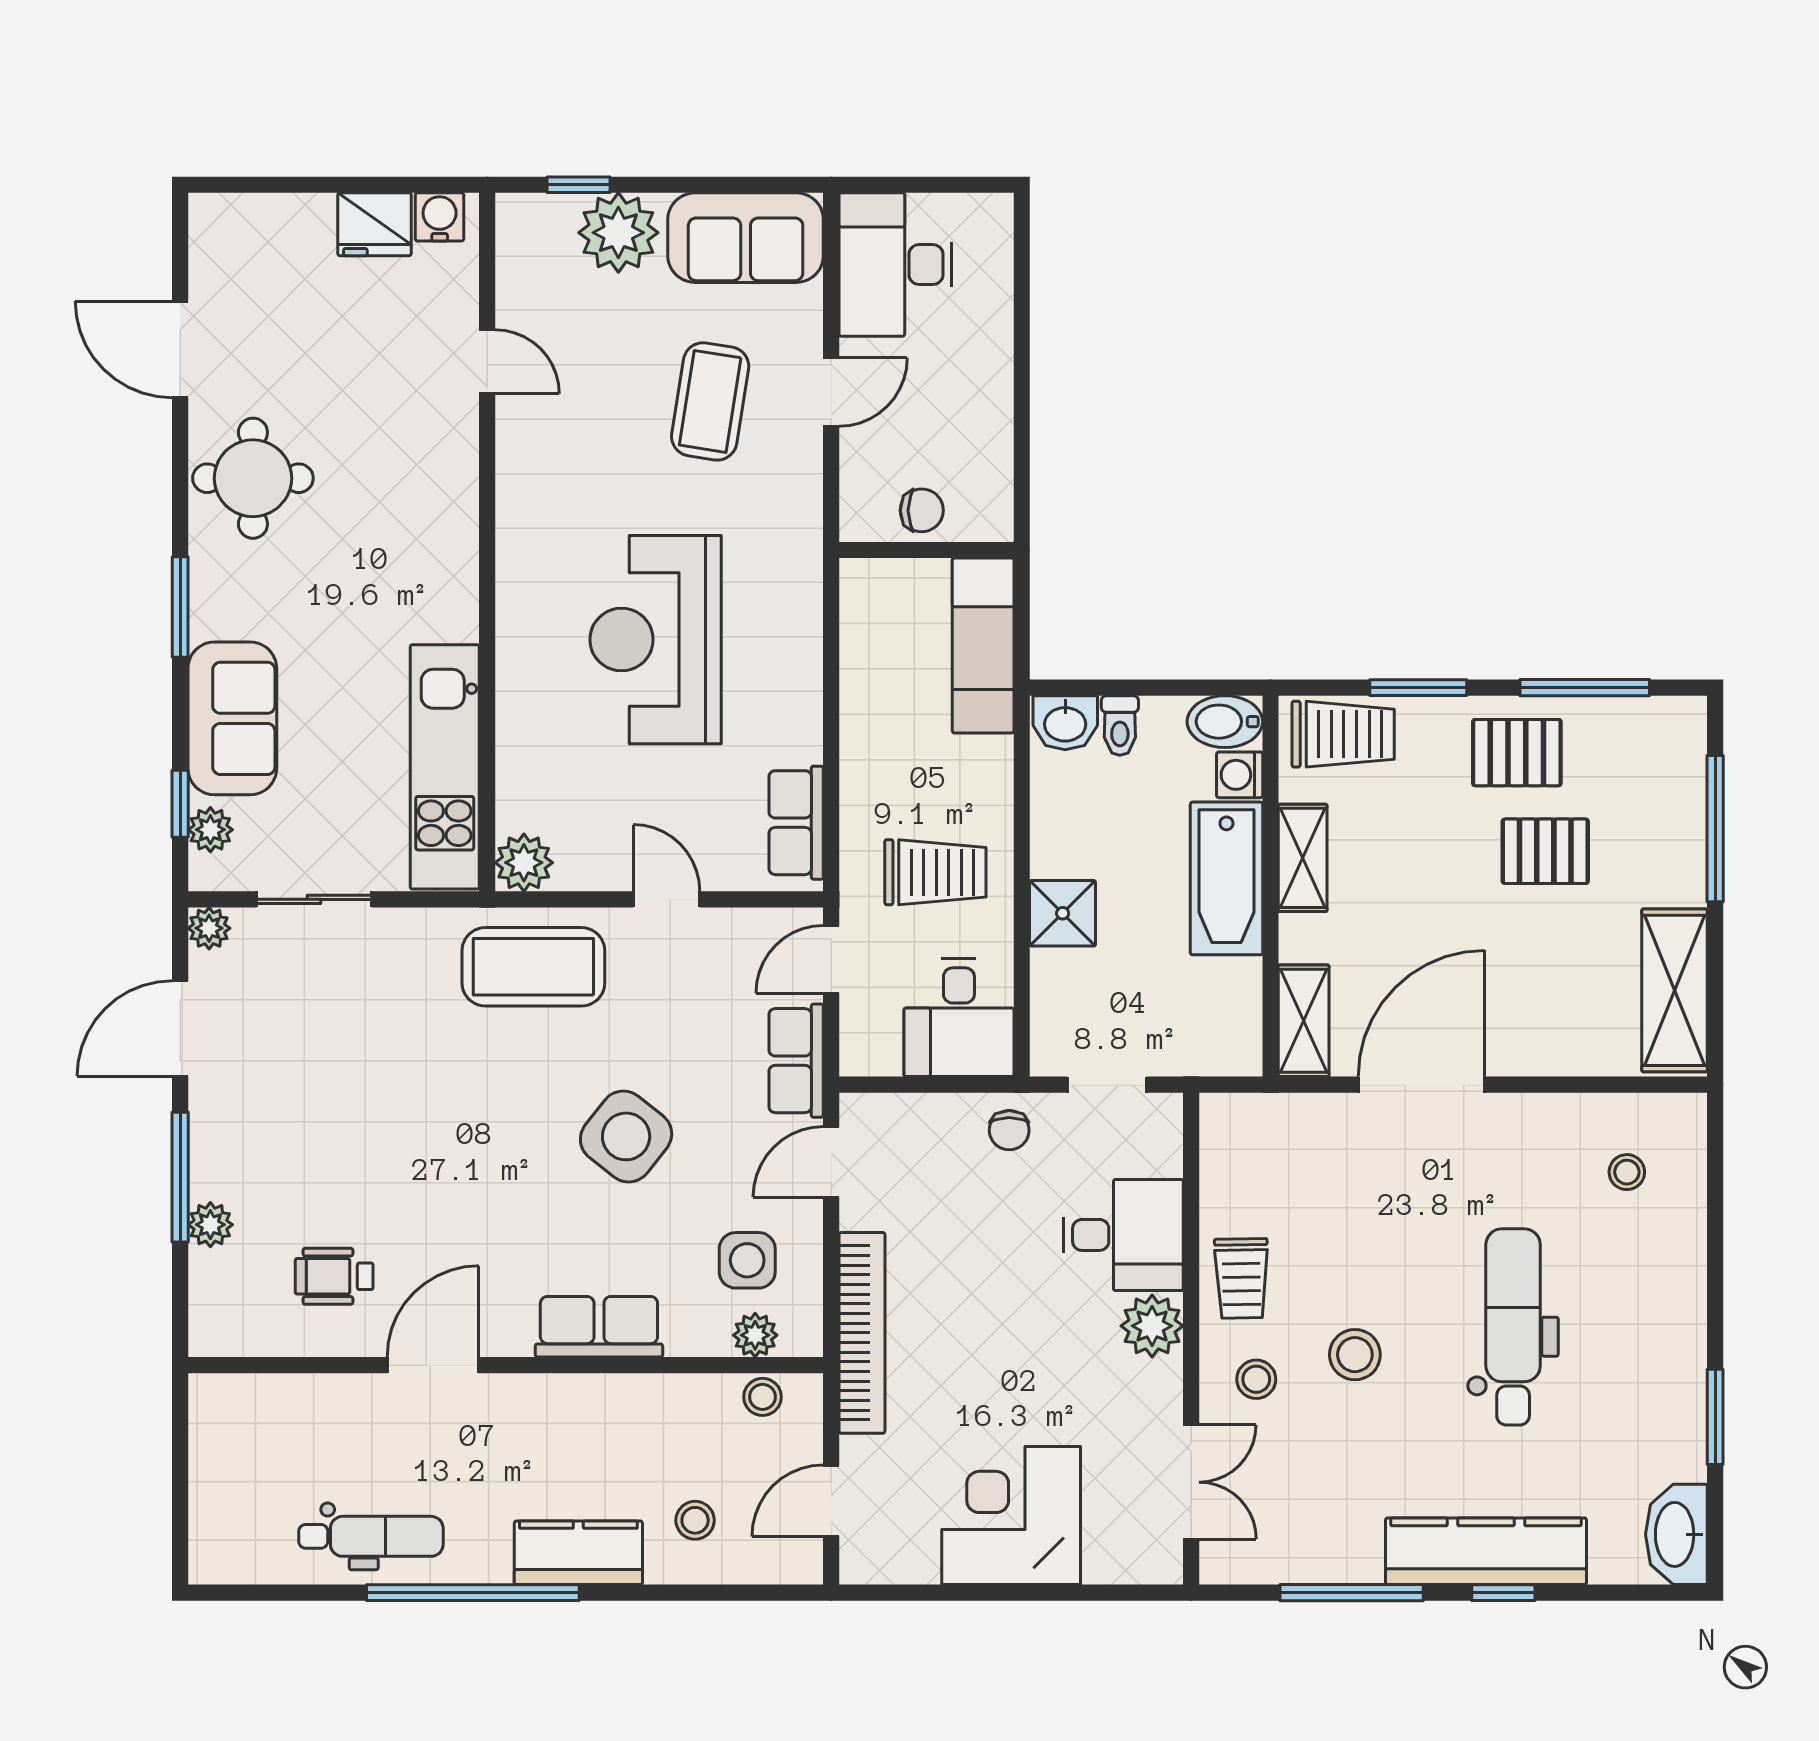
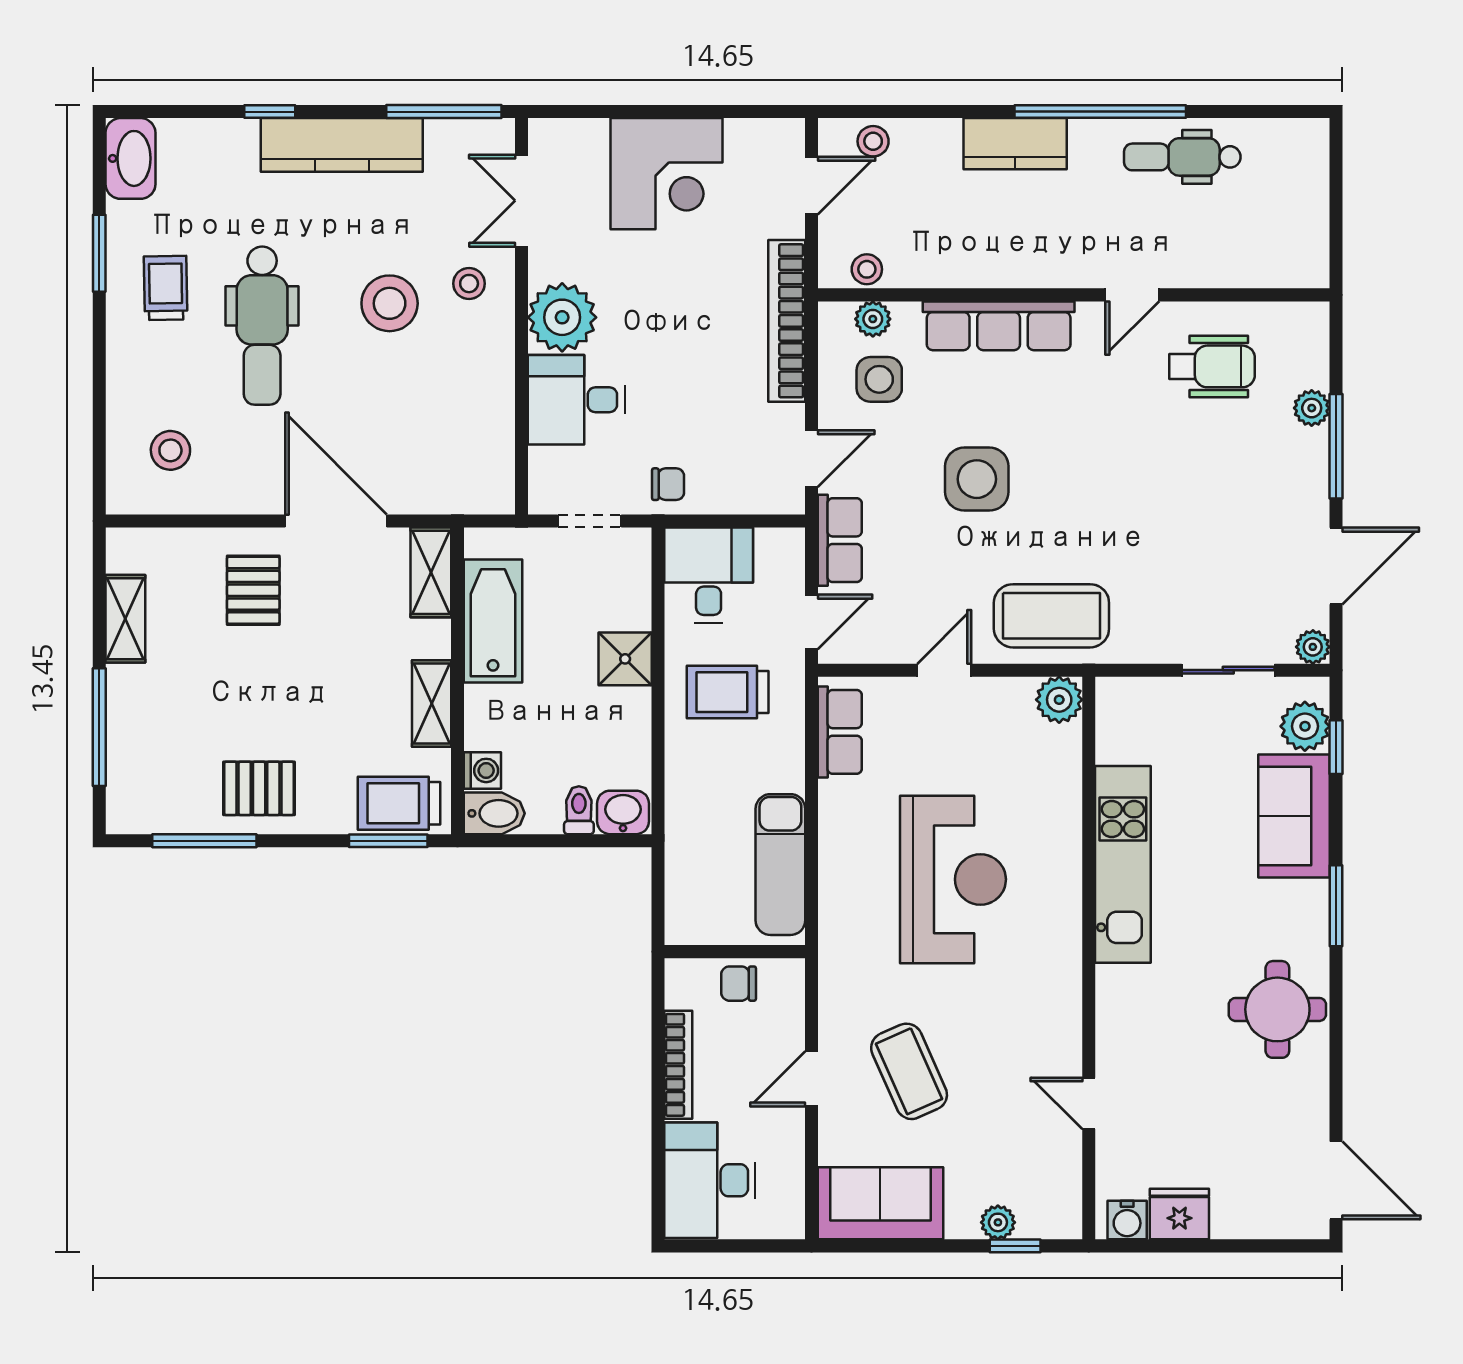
plant: (618, 233) -> (998, 1222), width x0.53, depth x0.53
desk: (896, 265) -> (710, 1180), moved, turned 180
door: (180, 350) -> (1336, 1180), moved
coffee table: (710, 401) -> (909, 1071), turned -33
bookcase: (997, 410) -> (678, 1065), added
exam couch: (983, 646) -> (780, 865), moved, turned 180
window: (1418, 688) -> (388, 841), moved
kitchen unit: (445, 767) -> (1123, 864), moved
plant: (210, 830) -> (1305, 726), width x1.38, depth x1.38
pallet: (1545, 851) -> (253, 590), moved, turned 90
bathtub: (1226, 878) -> (493, 621), moved
door: (667, 899) -> (944, 670), swing flipped
shelving: (1675, 990) -> (125, 619), width x0.67, depth x0.75
door: (1421, 1085) -> (336, 521), swing flipped
chair: (1009, 1130) -> (668, 484), turned 90
side table: (626, 1136) -> (977, 479), turned -38
stool: (1627, 1172) -> (170, 450), width x1.37, depth x1.37
wheelchair: (334, 1276) -> (1212, 366), width x1.36, depth x1.37
trolley: (1241, 1278) -> (166, 288), moved
plant: (1152, 1326) -> (562, 317), width x1.36, depth x1.36
row of seats: (599, 1327) -> (999, 326), width x1.48
stool: (1355, 1355) -> (390, 303), width x1.38, depth x1.38
door: (433, 1365) -> (1132, 295), width x0.73
stool: (695, 1520) -> (873, 141), moved
kitchen counter: (1486, 1551) -> (342, 145), moved
window: (1352, 1593) -> (444, 112), moved

